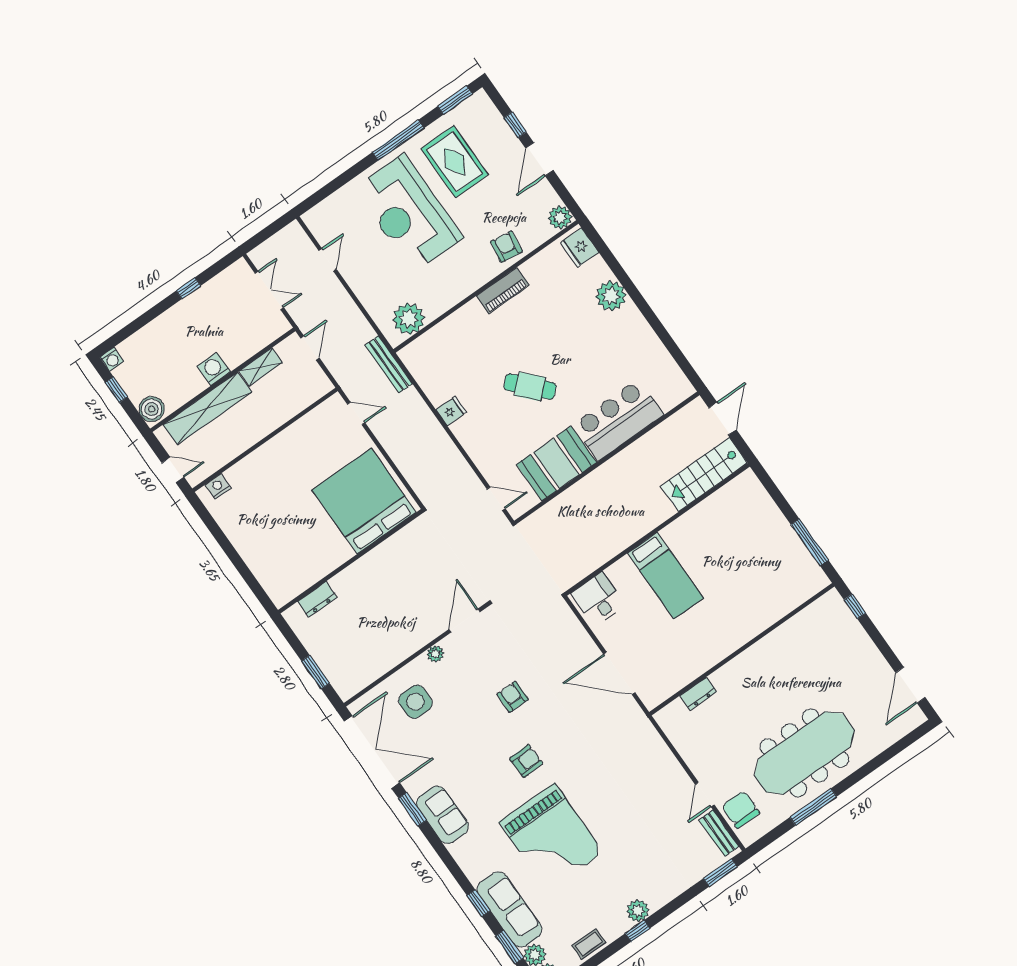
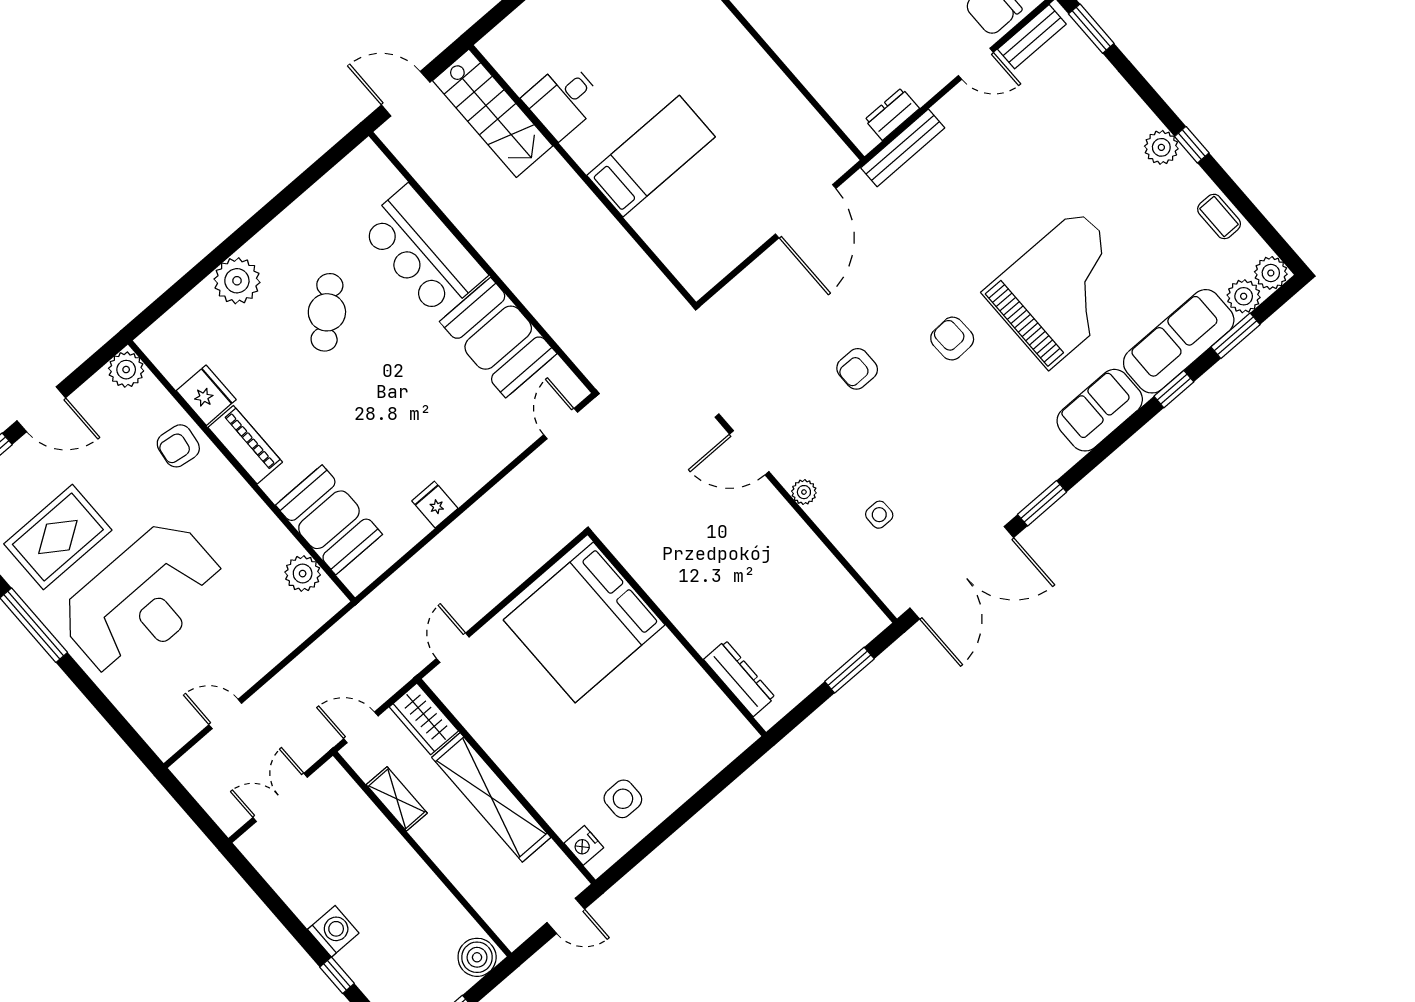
fridge: (580, 248) -> (206, 395), moved, turned -90
window: (188, 288) -> (337, 975), moved
plant: (409, 319) -> (303, 574), width x0.73, depth x0.73
booth: (448, 341) -> (329, 520), added
bench: (389, 364) -> (903, 148), moved
washing machine: (214, 369) -> (333, 931), moved, turned 180
cafe table: (530, 387) -> (327, 312), moved
wardrobe: (311, 390) -> (424, 719), added
shelving: (207, 408) -> (491, 797), moved
door: (173, 470) -> (566, 916), swing flipped
side table: (246, 515) -> (623, 799), added
dresser: (317, 599) -> (739, 678), width x1.44
desk: (598, 599) -> (563, 100), moved
dresser: (698, 694) -> (892, 114), moved, turned -90
side table: (415, 702) -> (879, 515), width x0.54, depth x0.54
double door: (372, 752) -> (962, 573), swing flipped
sofa: (442, 815) -> (1100, 410), moved

